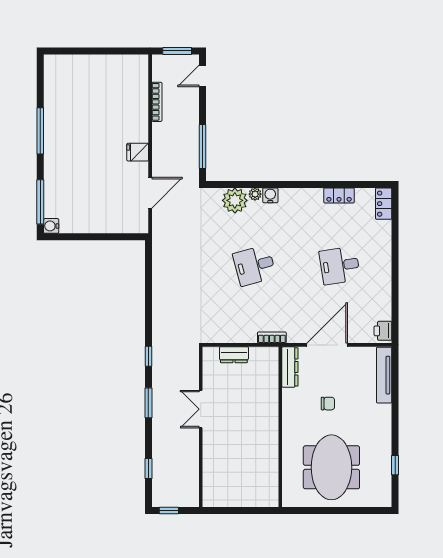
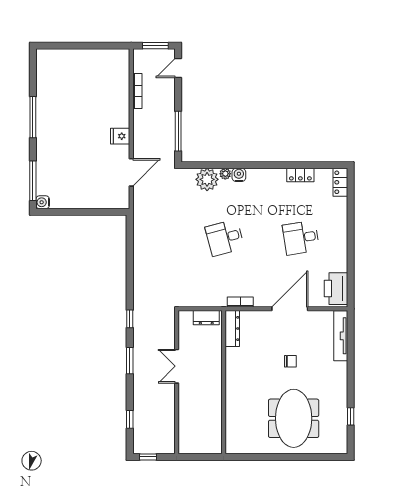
printer: (383, 331) -> (336, 289), width x1.87, depth x1.48
dresser: (290, 367) -> (232, 329), moved
wall: (280, 427) -> (224, 382), moved

